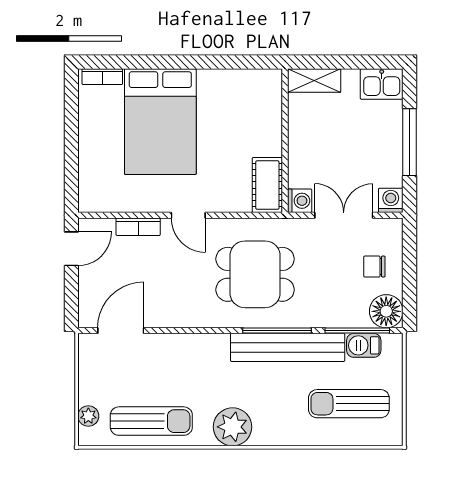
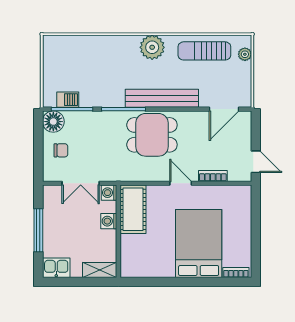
cot: (267, 185) -> (133, 209), width x1.37, depth x1.34
washing machine: (391, 200) -> (109, 221), moved, turned 90
door: (71, 249) -> (256, 162), swing flipped
dining table: (255, 274) -> (152, 135), moved
bench: (288, 347) -> (162, 98), moved
sun lounger: (349, 404) -> (77, 62), removed

